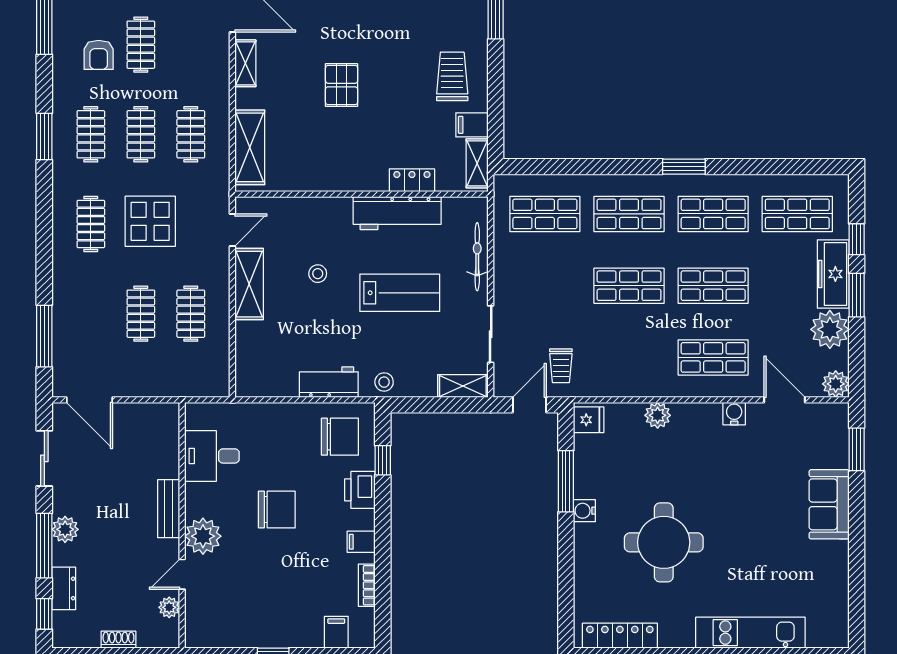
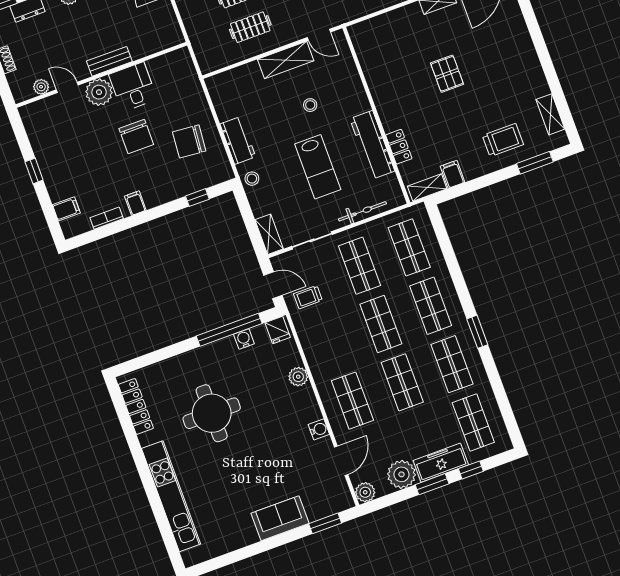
trolley: (452, 76) -> (503, 140), moved
pallet: (342, 85) -> (447, 74), turned 90
shelving: (250, 147) -> (381, 26), removed
shop shelf: (545, 286) -> (359, 266), added
chair: (340, 437) -> (189, 141), moved, turned 95
desk: (212, 456) -> (133, 87), moved
window: (566, 481) -> (229, 330), width x1.46
printer: (360, 490) -> (171, 189), removed
water cooler: (584, 511) -> (244, 339), moved
kitchen unit: (750, 633) -> (171, 496), width x1.36

